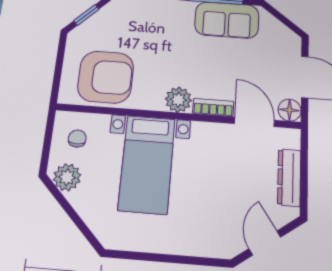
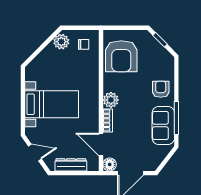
armchair: (167, 20) -> (161, 89), added
door: (254, 122) -> (101, 144), swing flipped
bed with nightstands: (147, 164) -> (52, 104), moved, turned 180

